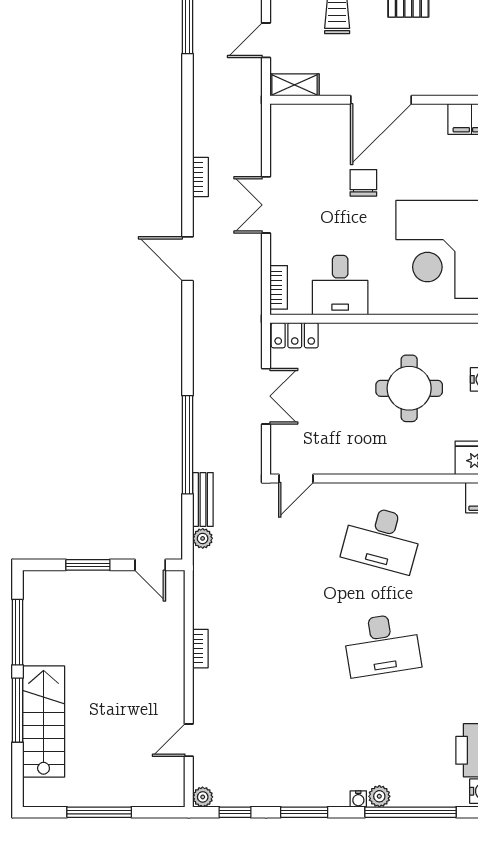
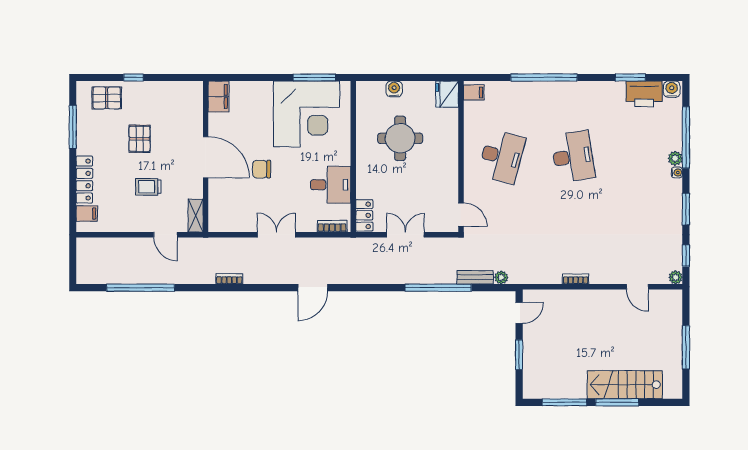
bookcase: (200, 177) -> (229, 279), moved
double door: (266, 205) -> (276, 235), swing flipped

